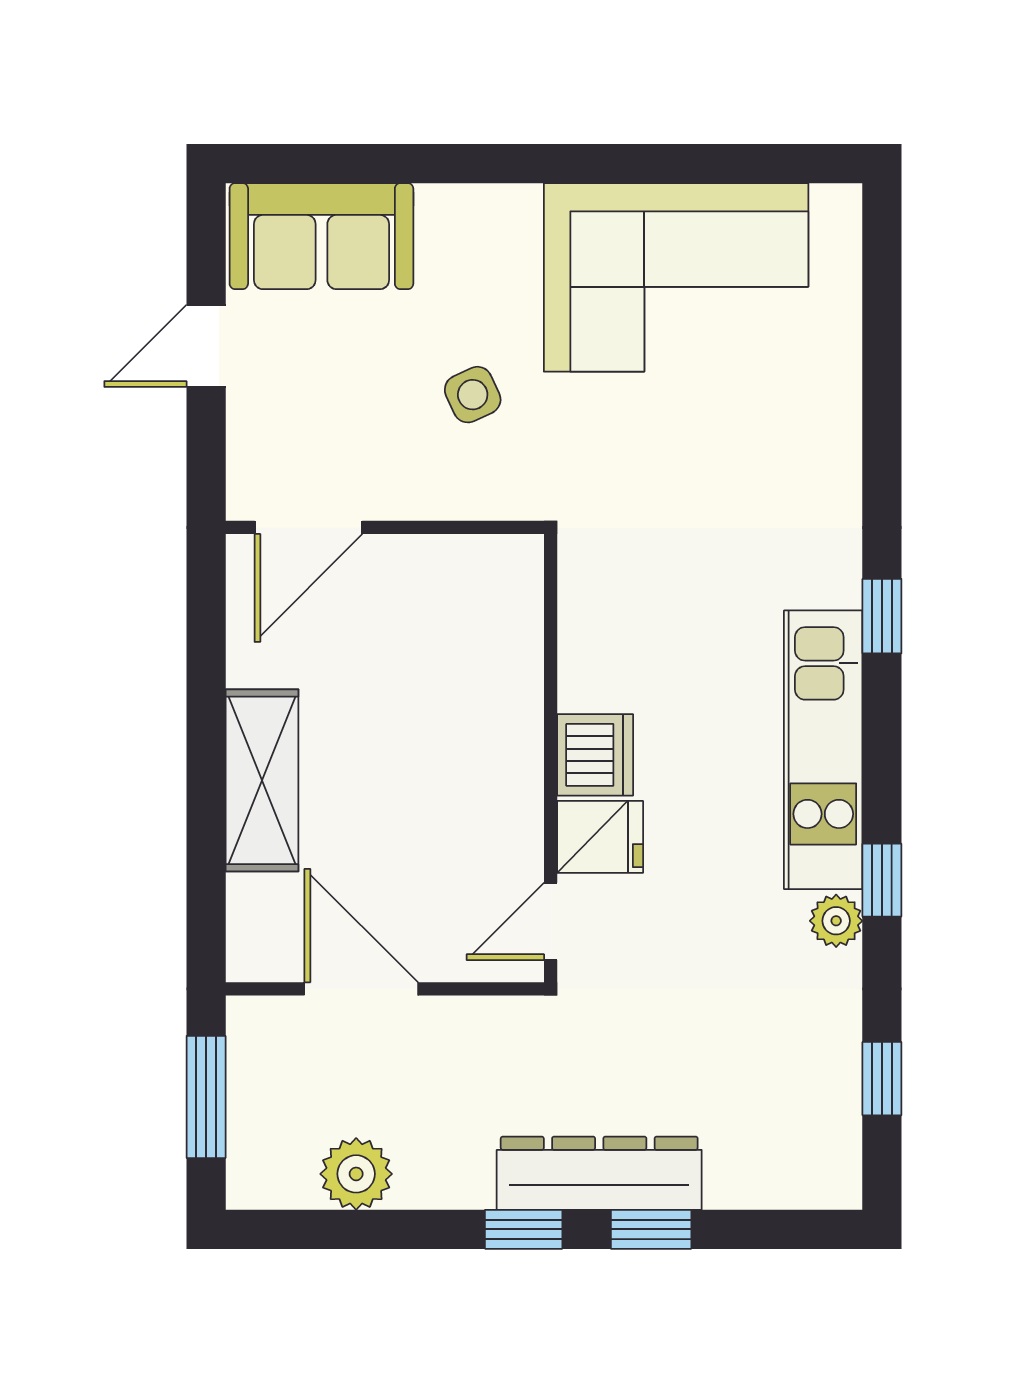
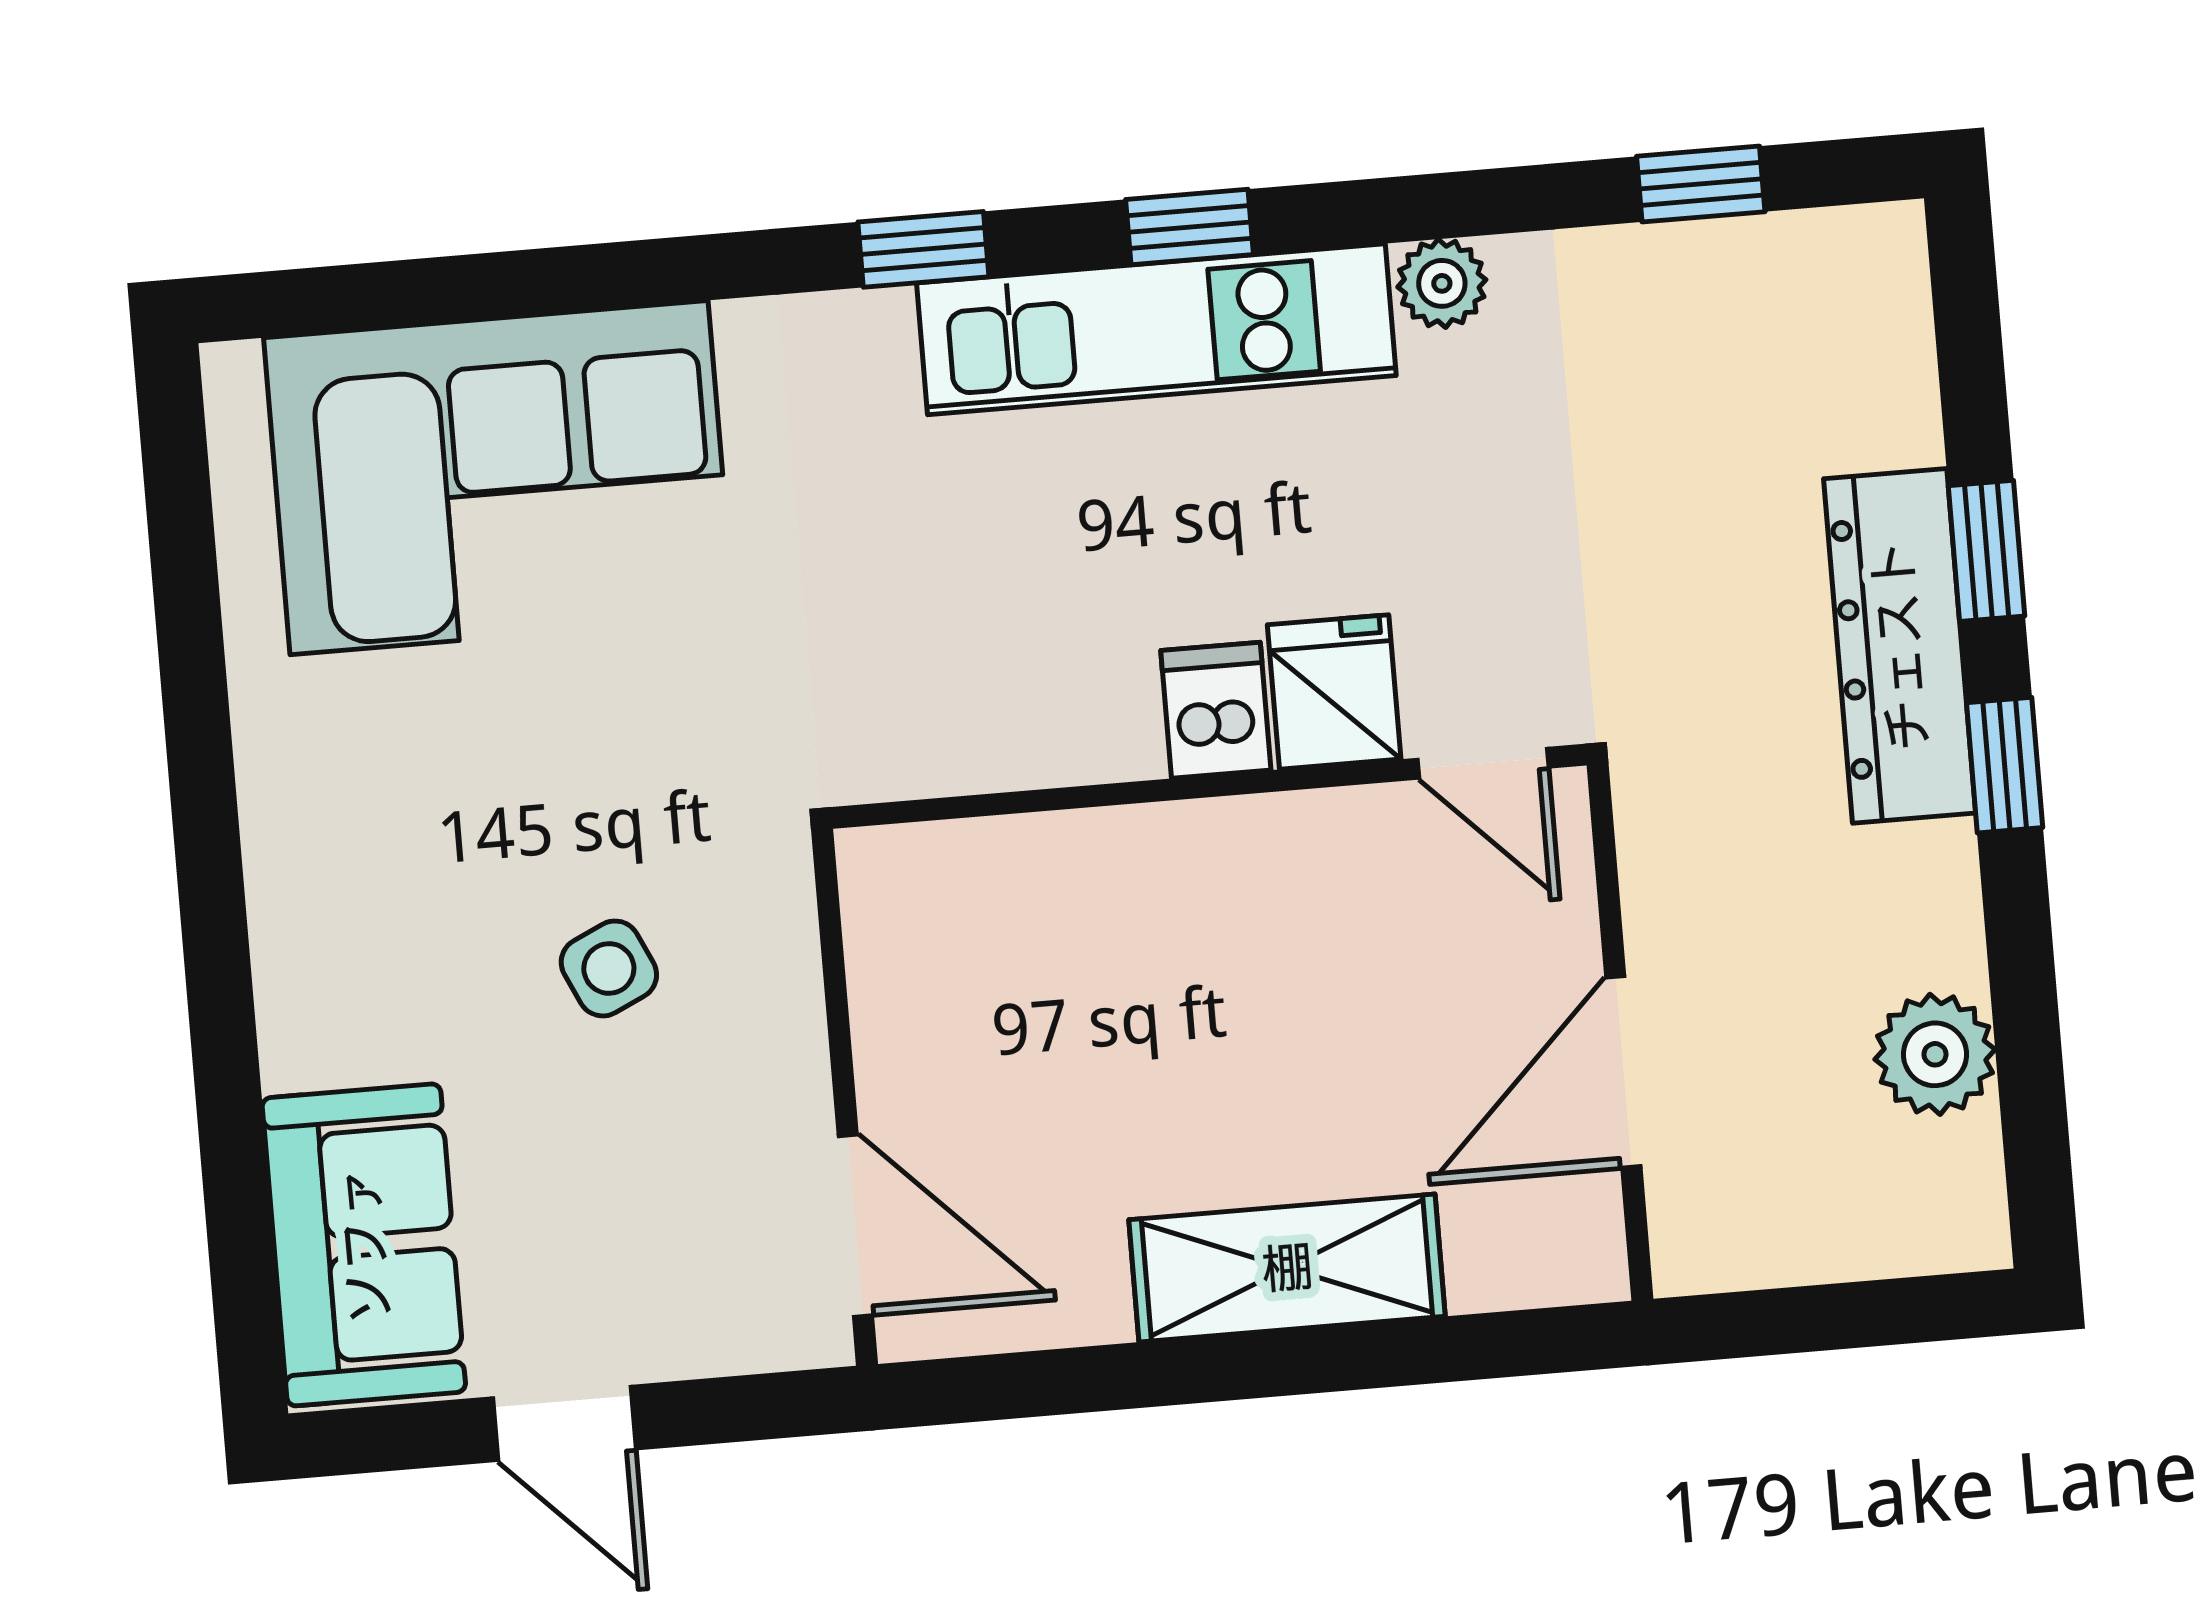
corner sofa: (676, 277) -> (499, 478), moved, turned 90
dishwasher: (595, 755) -> (1216, 710), width x0.73
window: (882, 880) -> (1189, 227), moved
window: (206, 1097) -> (1827, 1317), removed

